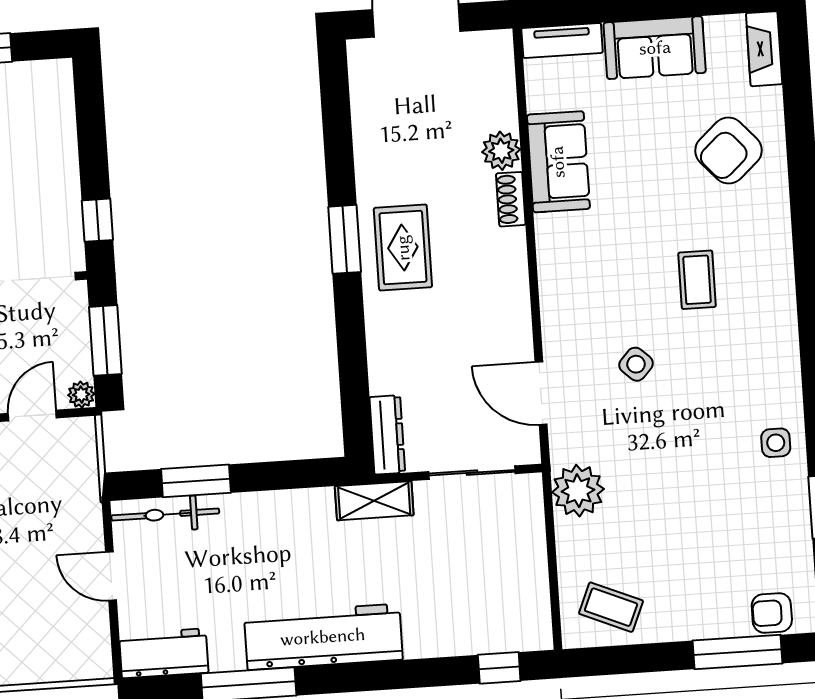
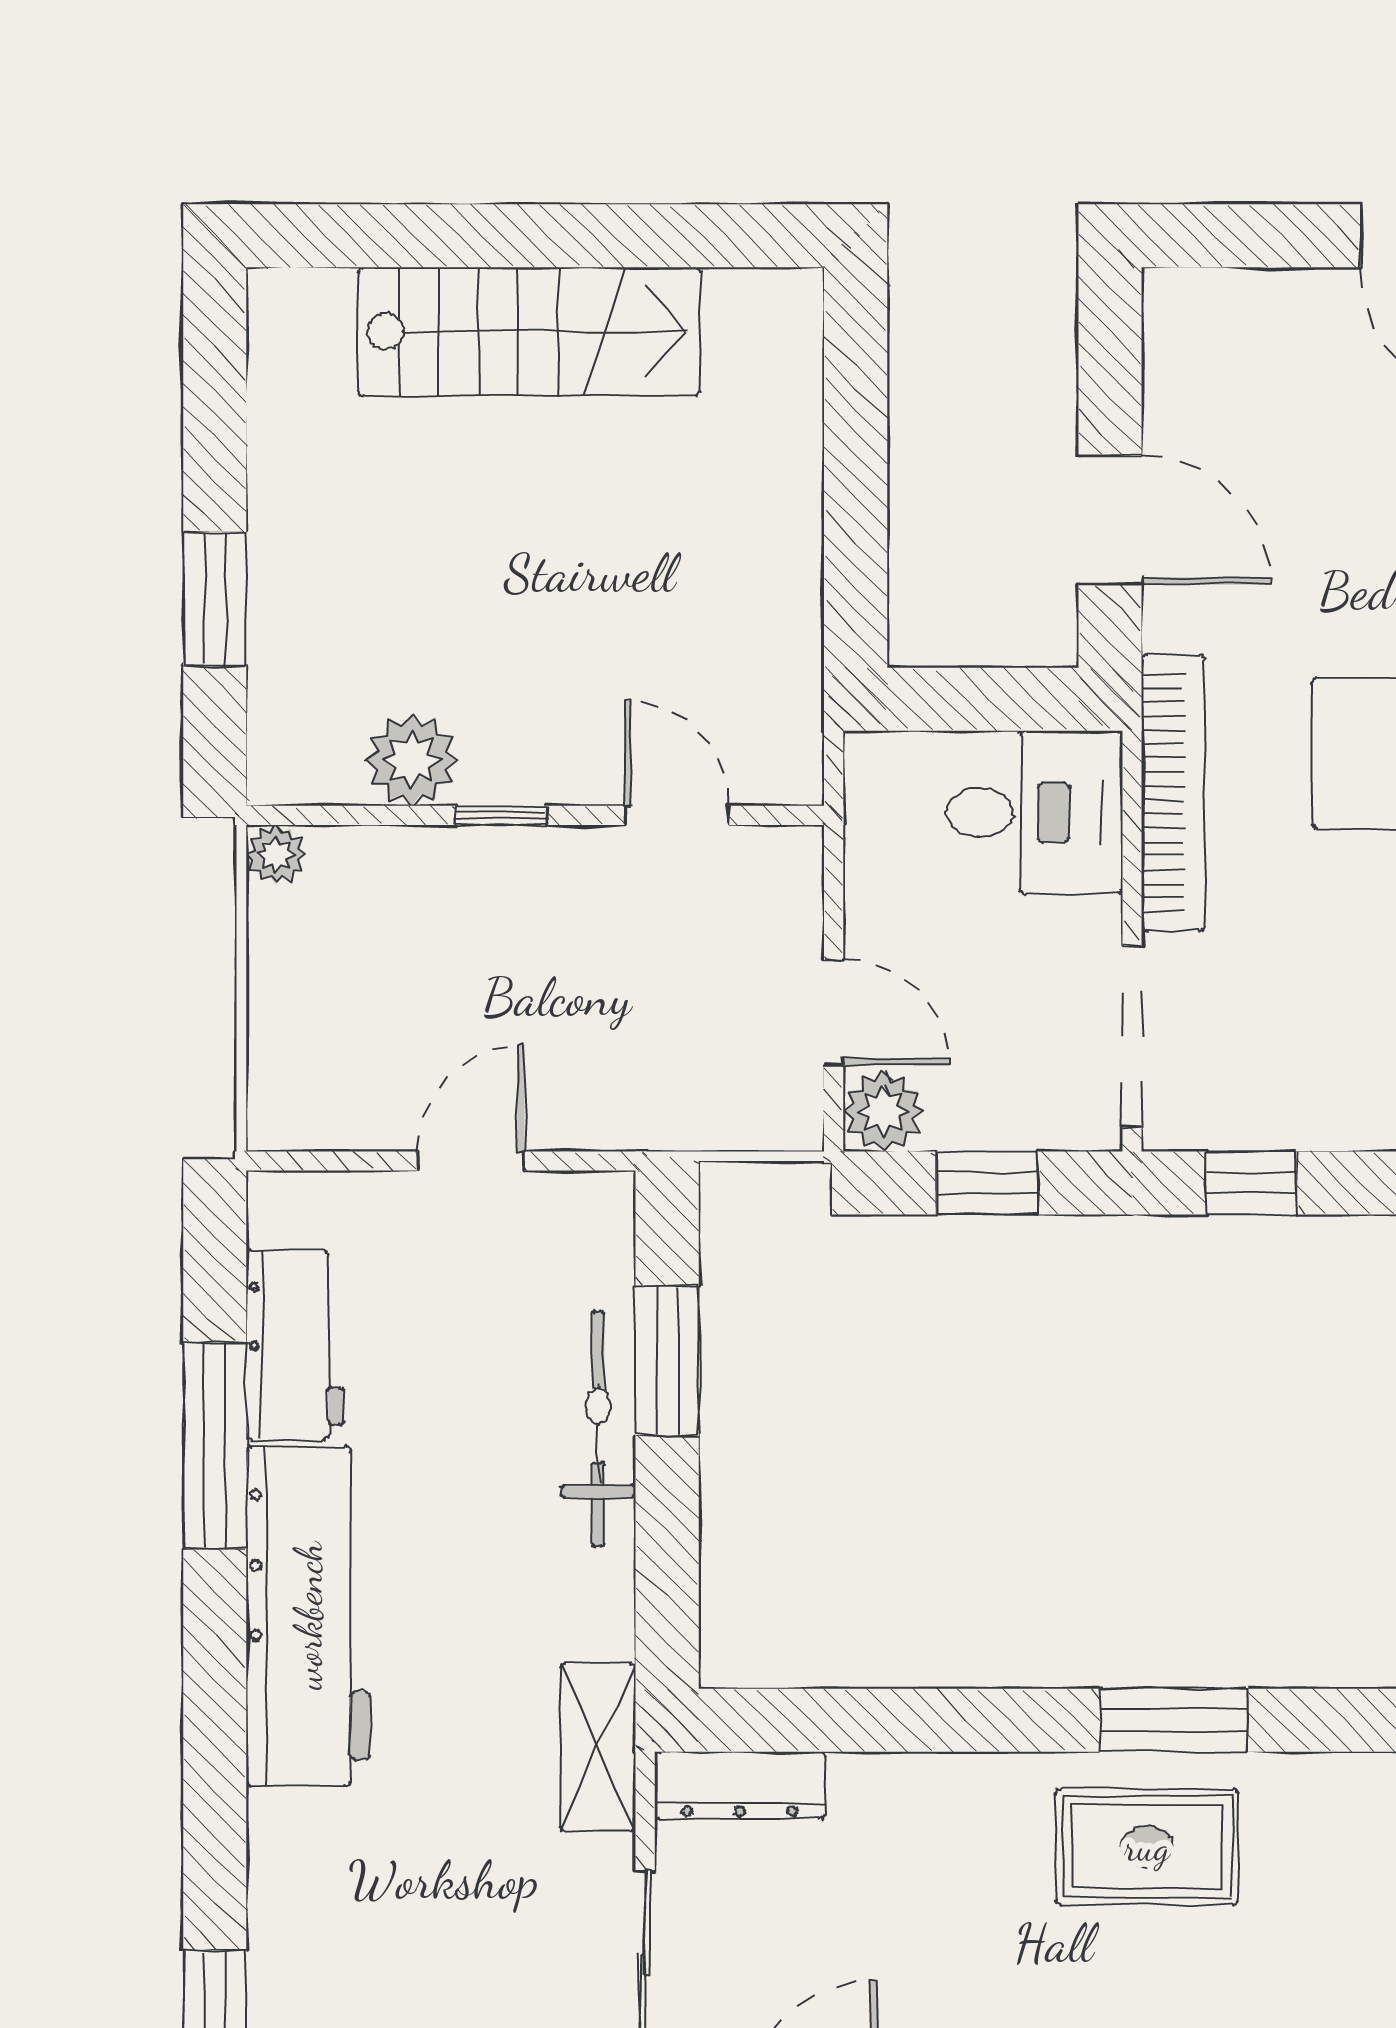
window: (105, 340) -> (987, 1183), width x0.67
plant: (81, 395) -> (883, 1111), width x1.38, depth x1.38
bicycle: (165, 514) -> (598, 1429), moved
workbench: (164, 653) -> (295, 1345), moved

